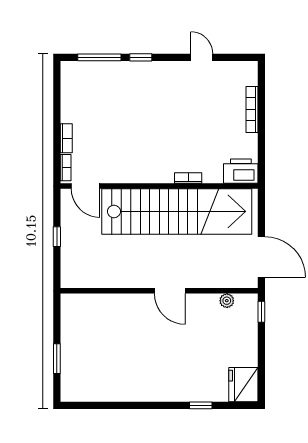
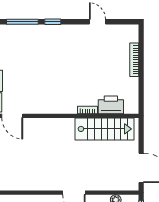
printer: (241, 171) -> (111, 105), moved
stairs: (177, 211) -> (105, 129), width x0.54, depth x0.66

